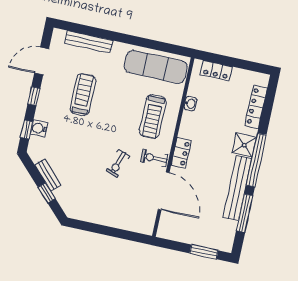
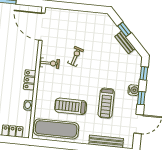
treadmill: (153, 117) -> (71, 106), moved, turned -90
water cooler: (39, 128) -> (134, 90), moved
locker: (181, 153) -> (30, 80), moved
door: (164, 191) -> (42, 27), moved

